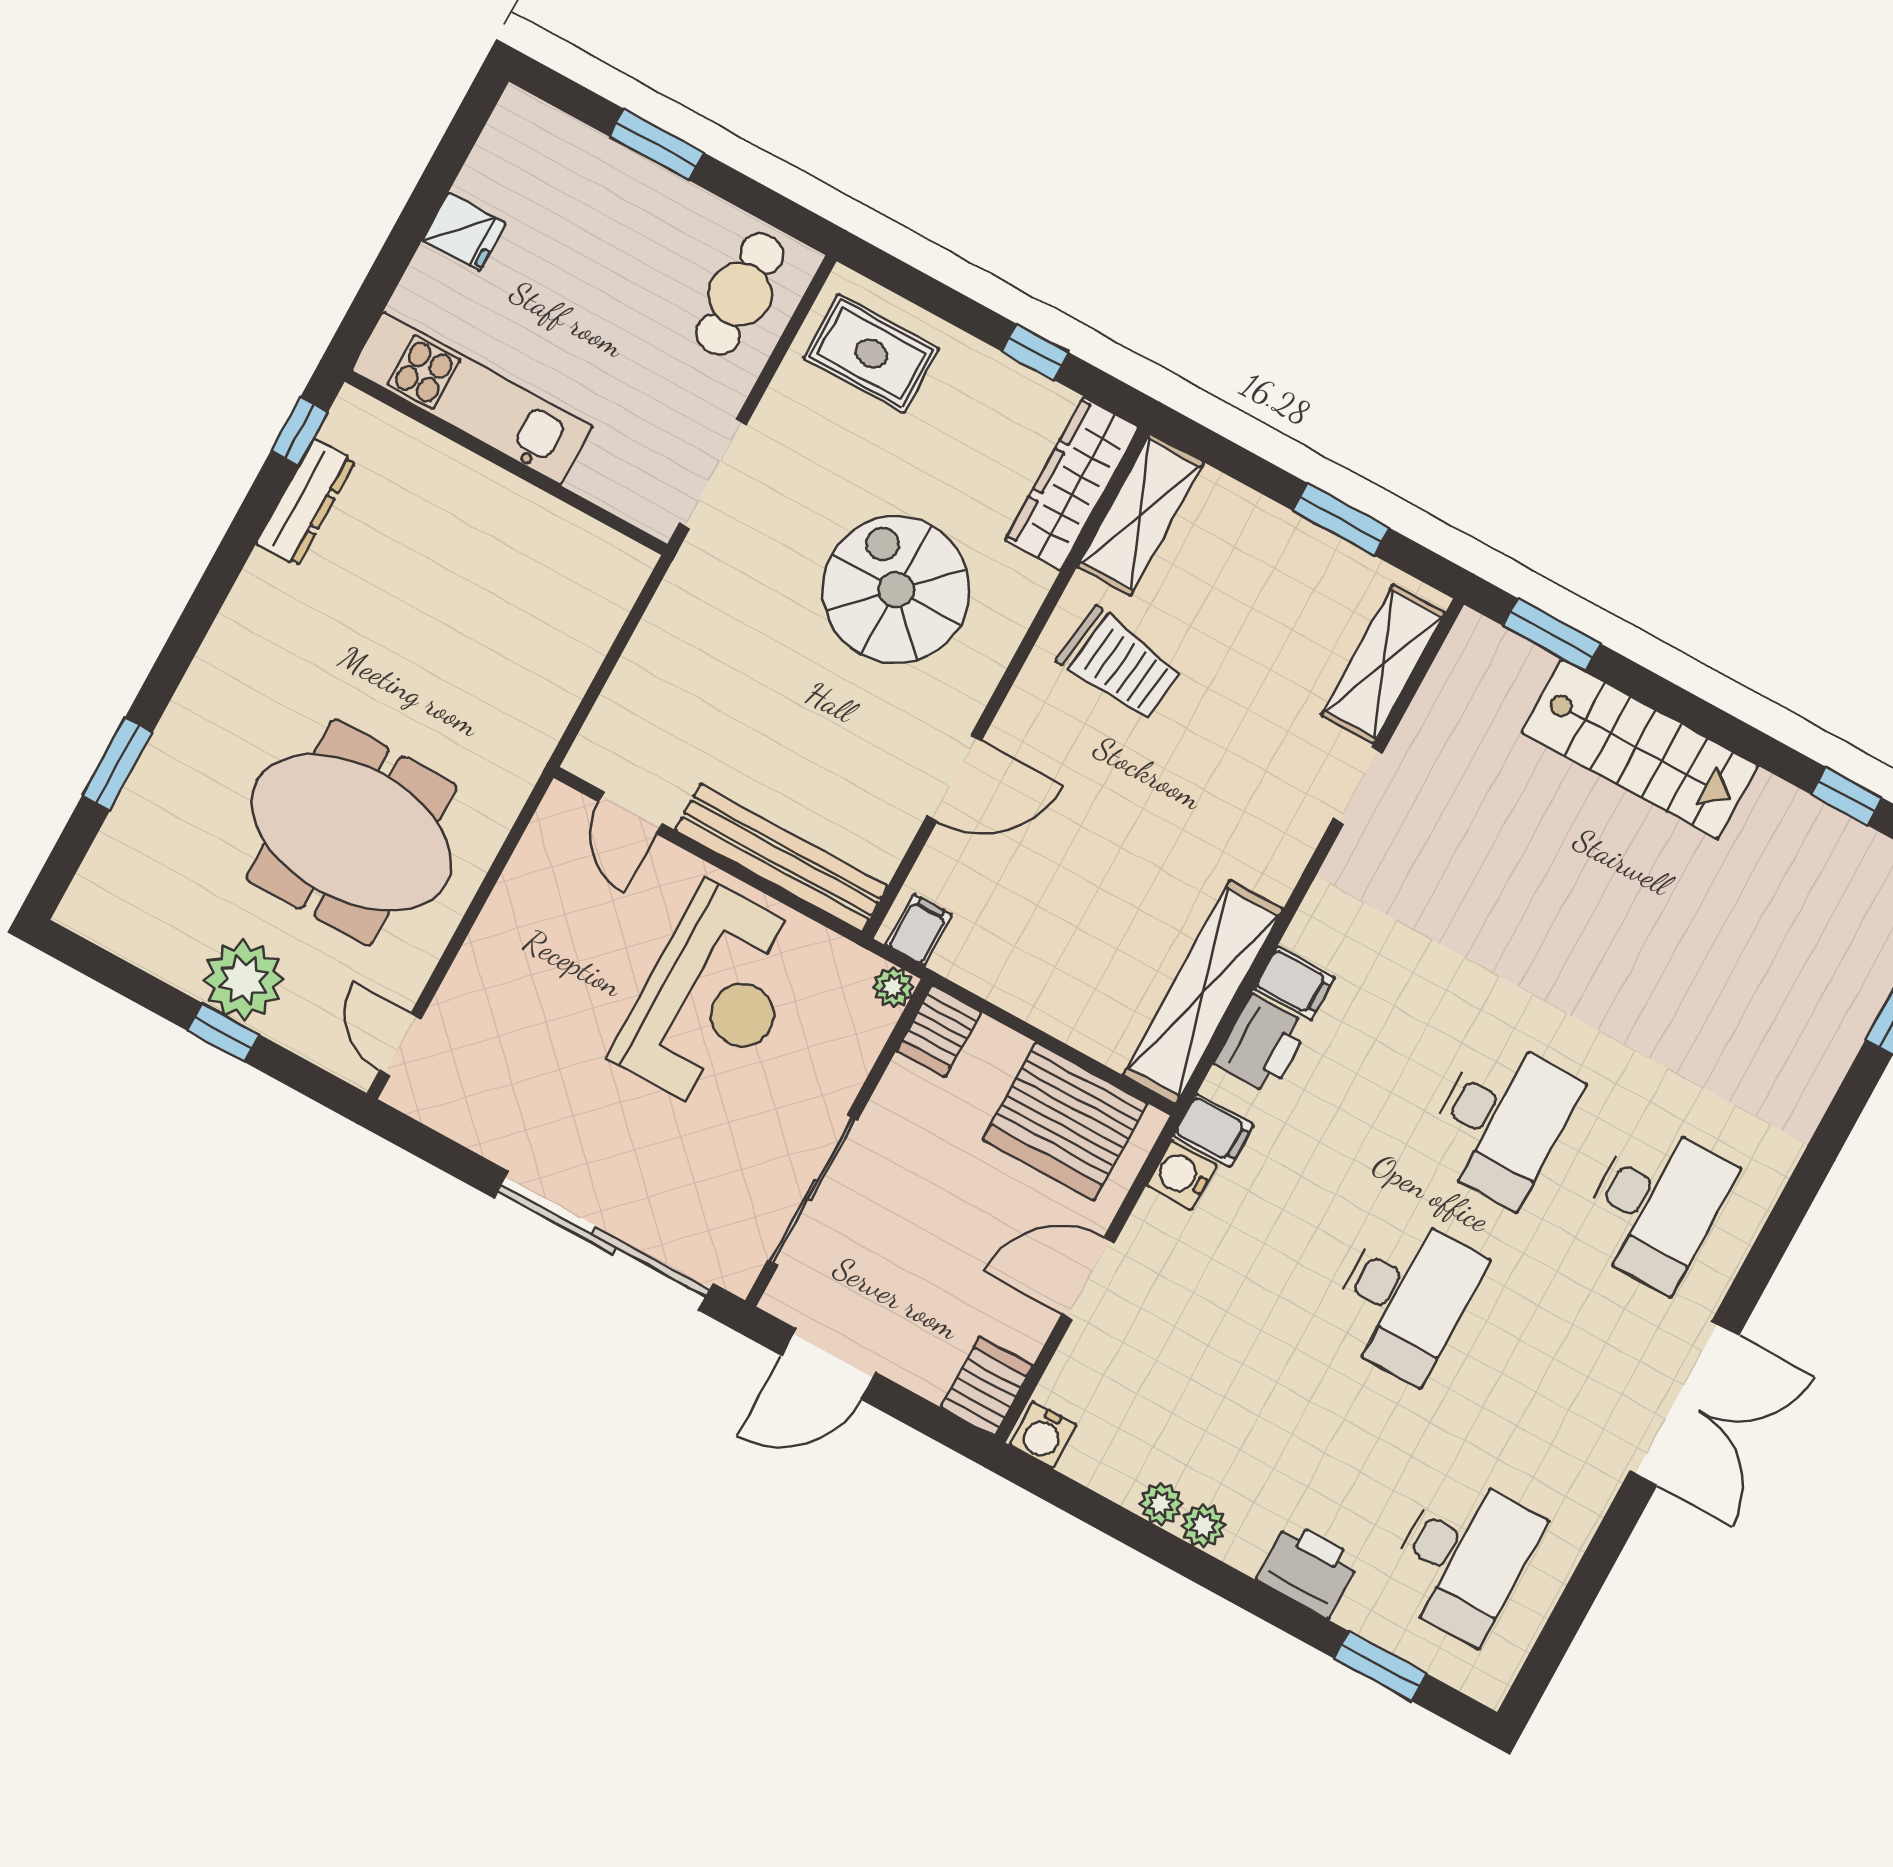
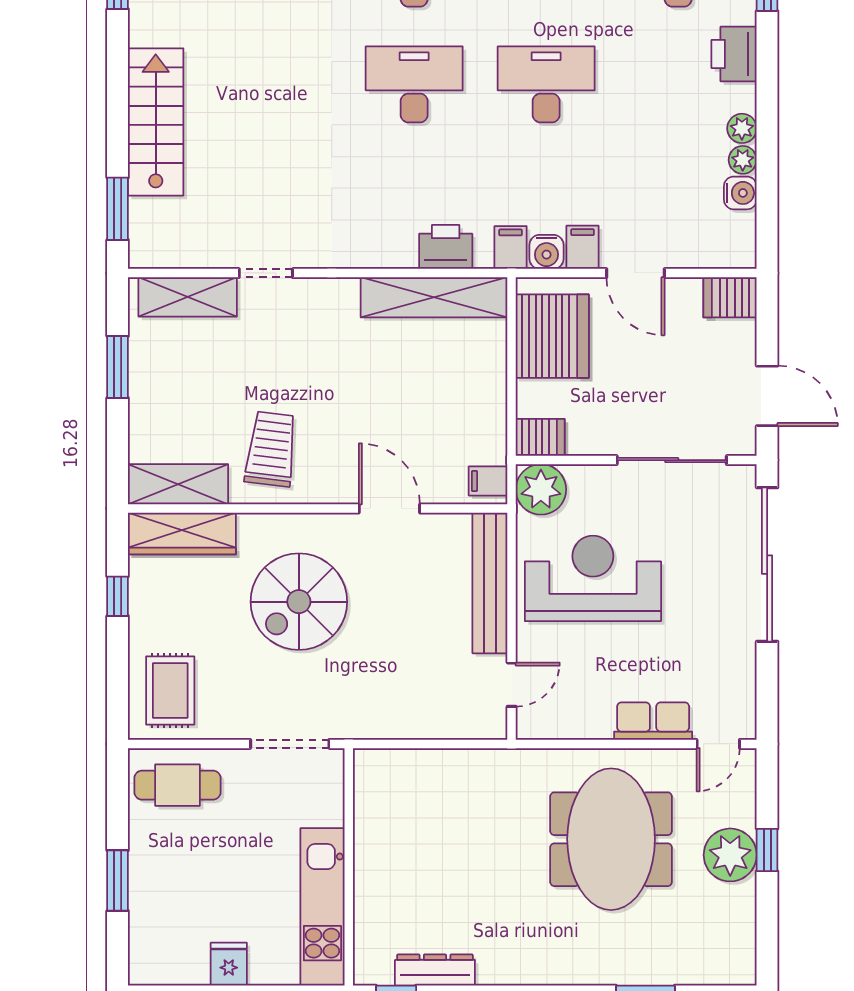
row of seats: (478, 975) -> (653, 721), added
filing cabinet: (1294, 983) -> (583, 247), moved
plant: (893, 987) -> (541, 489), width x1.88, depth x1.88
water cooler: (1043, 1435) -> (740, 193), moved

